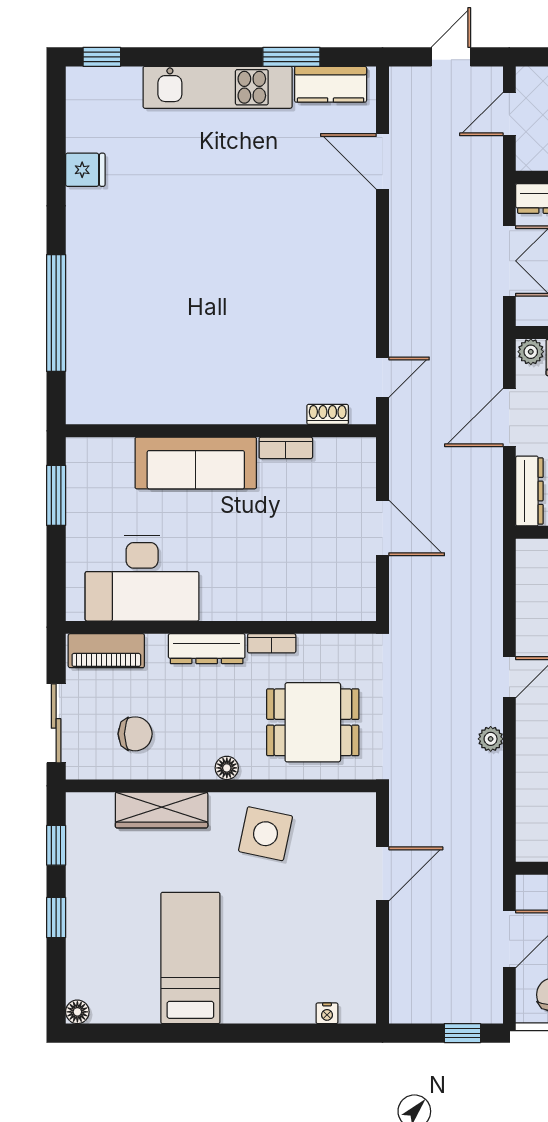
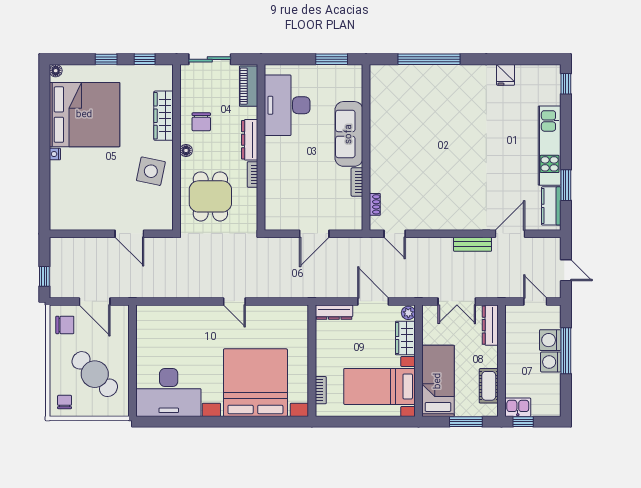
bench: (402, 231) -> (473, 244), added
chair: (135, 734) -> (201, 122), moved
plant: (491, 739) -> (202, 291), removed
bed: (190, 958) -> (84, 115), width x2.04
nightstand: (327, 1013) -> (55, 154), moved

